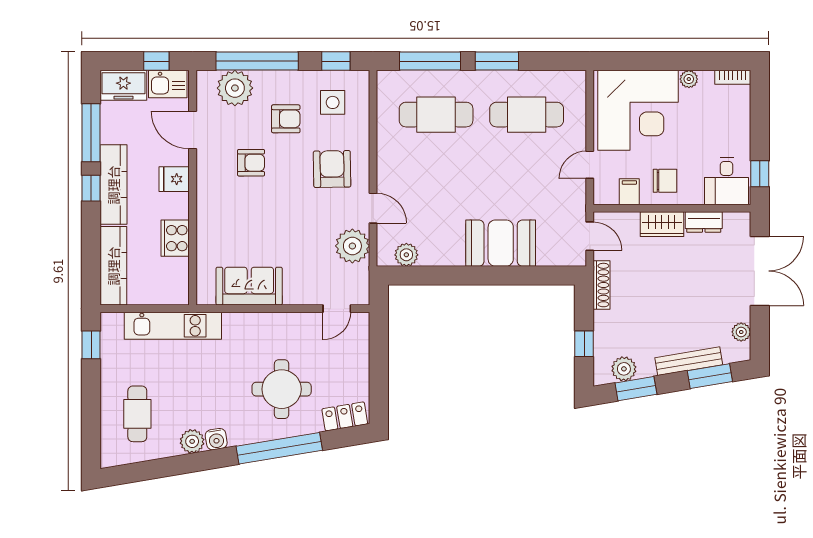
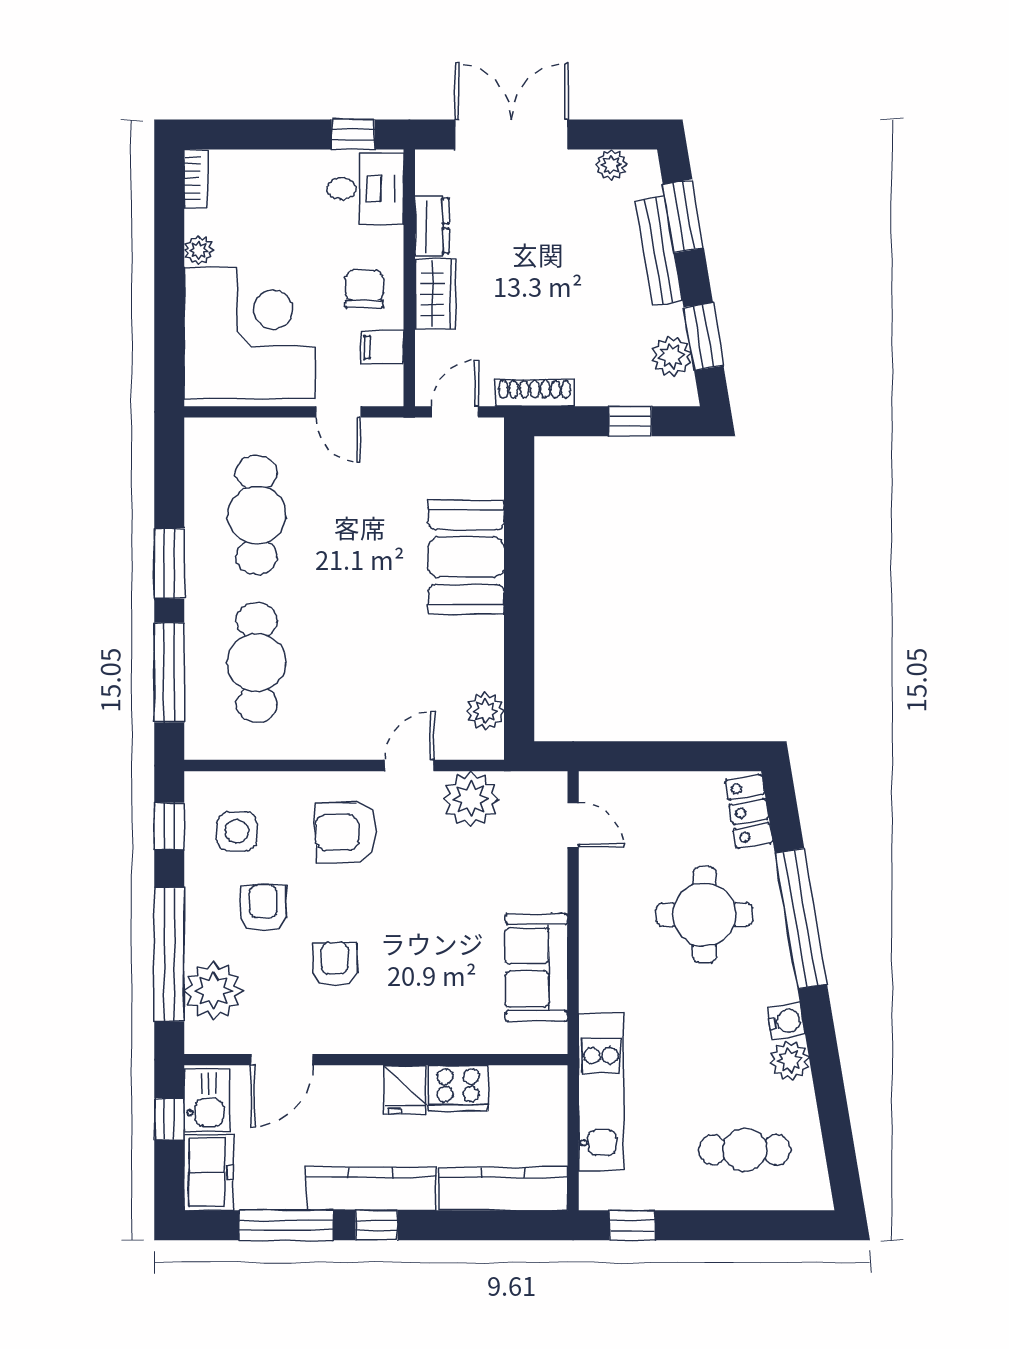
fridge: (174, 179) -> (405, 1090), moved

